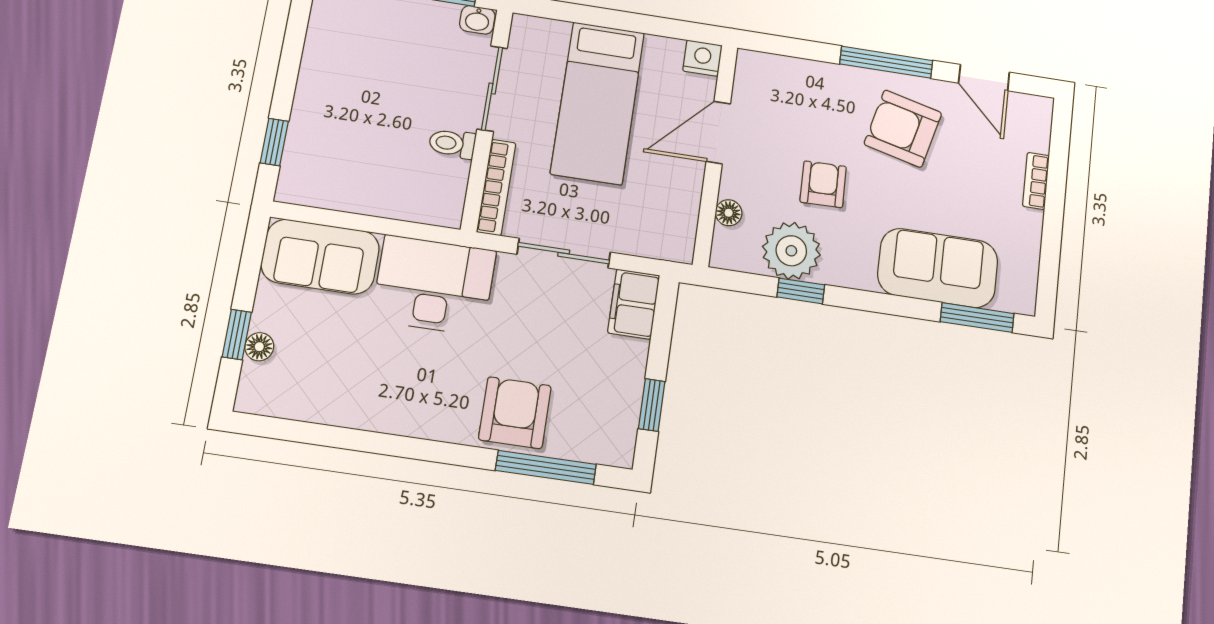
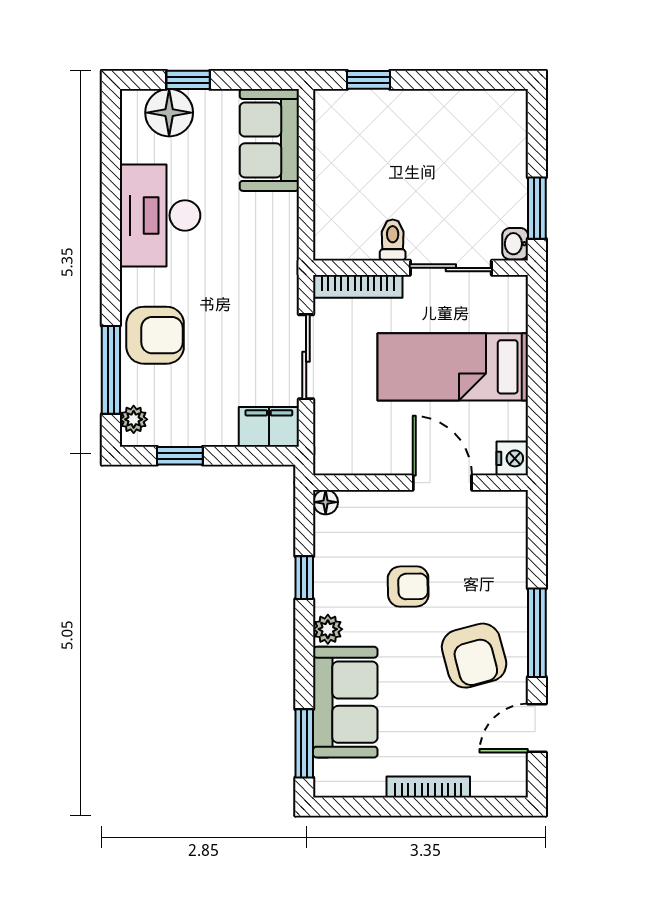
armchair: (903, 129) -> (474, 656), turned 151
bookcase: (1036, 181) -> (428, 787), width x1.56
floor lamp: (729, 213) -> (326, 502), moved
plant: (791, 251) -> (328, 629), moved, width x0.53, depth x0.53
desk: (434, 285) -> (160, 215), moved, turned 180
floor lamp: (259, 347) -> (169, 113), width x1.89, depth x1.89
plant: (605, 450) -> (134, 419), added

